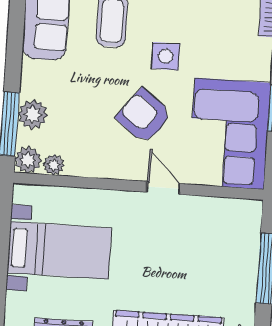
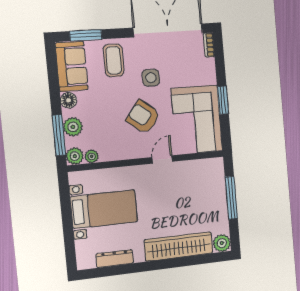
floor lamp: (33, 73) -> (69, 100), added
door: (163, 188) -> (162, 159), hinge flipped

